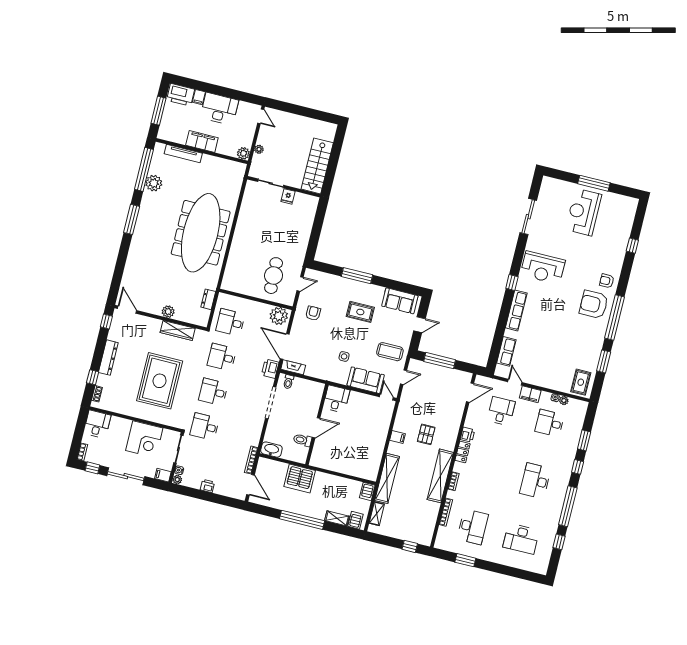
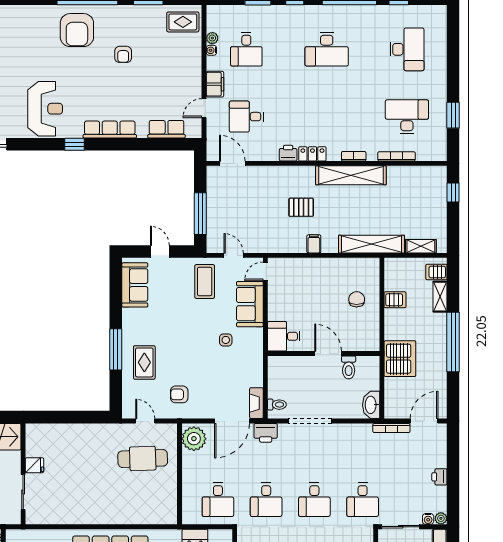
armchair: (607, 281) -> (123, 54), moved
rug: (360, 312) -> (144, 362), moved
chair: (350, 458) -> (357, 299), added
server rack: (367, 491) -> (395, 300), moved

